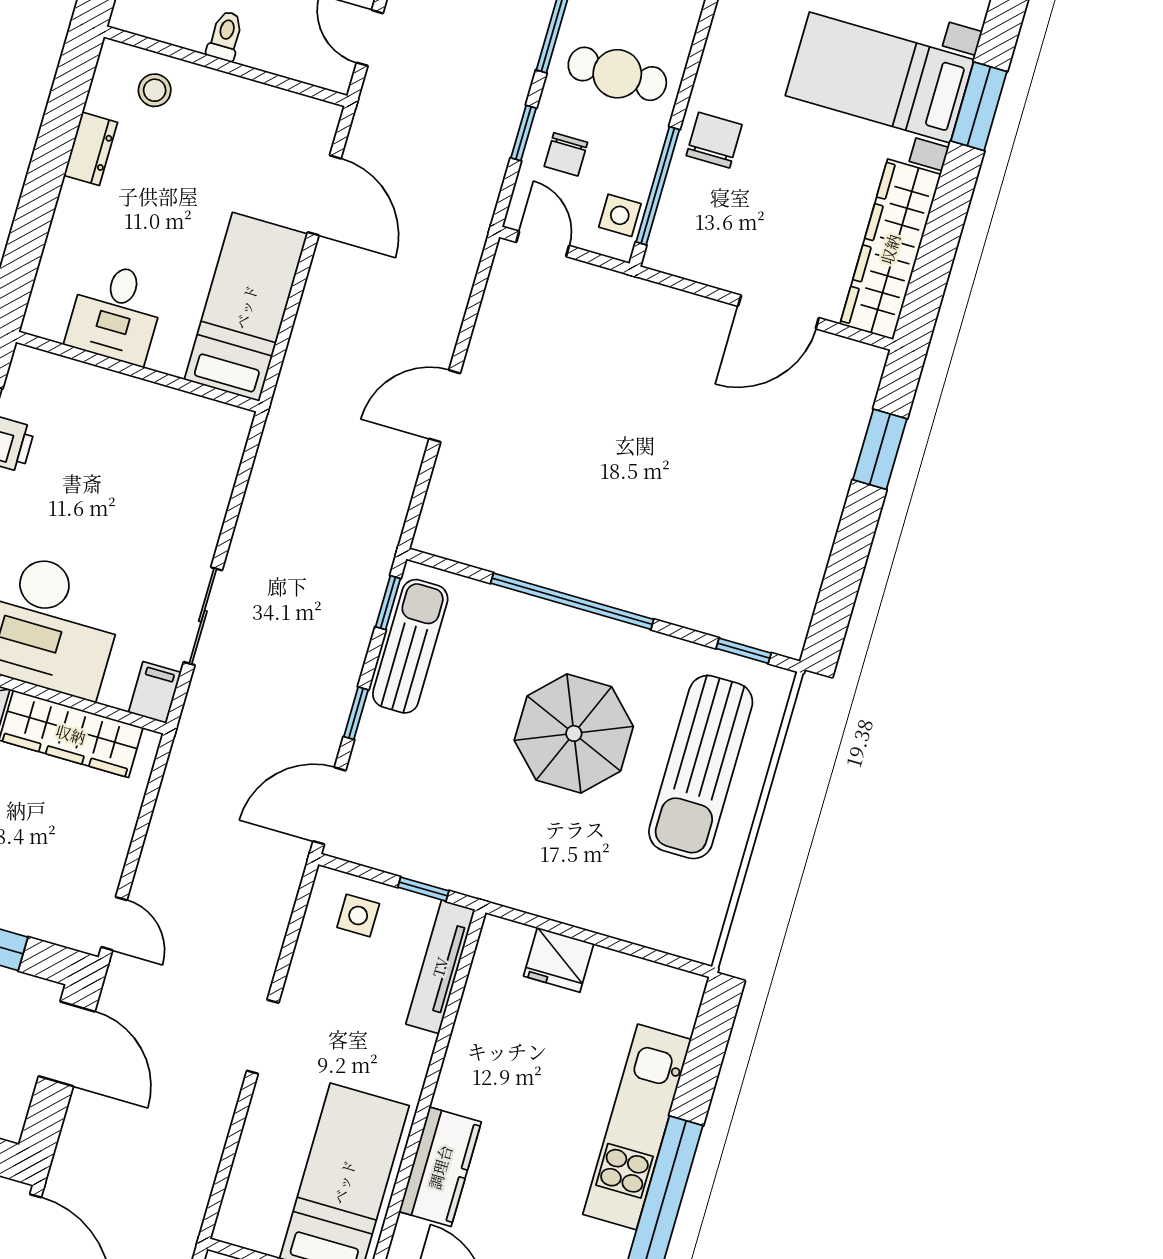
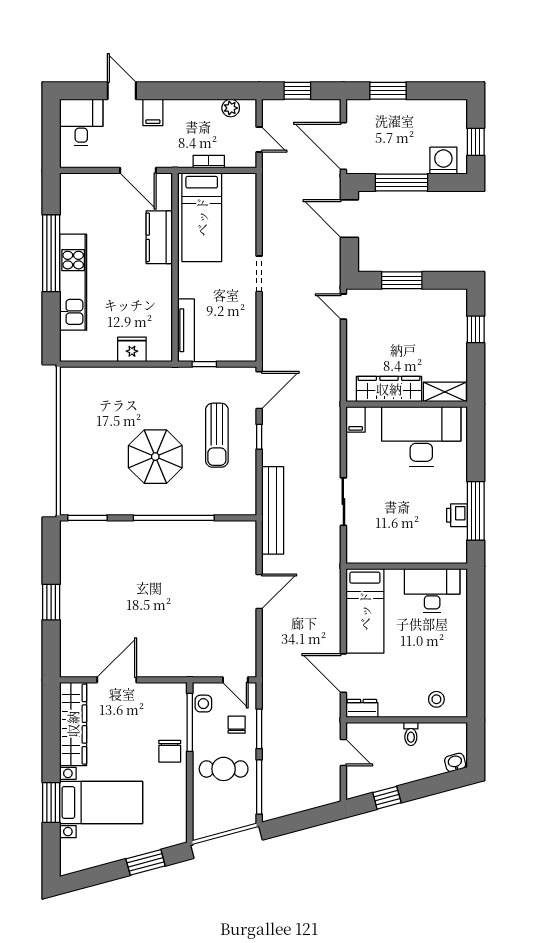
window: (524, 133) -> (259, 729), width x1.50
dresser: (91, 149) -> (362, 708), moved, turned 90
desk: (116, 313) -> (432, 591), width x1.37
window: (880, 449) -> (51, 602), moved
bench: (372, 559) -> (273, 510), added
window: (388, 603) -> (259, 492), removed
sliding door: (203, 616) -> (343, 502), moved
sun lounger: (410, 646) -> (217, 435), moved
window: (744, 651) -> (87, 518), width x1.50
sun lounger: (701, 767) -> (92, 458), removed
side table: (358, 916) -> (231, 343), removed
door: (67, 1044) -> (349, 219), moved

